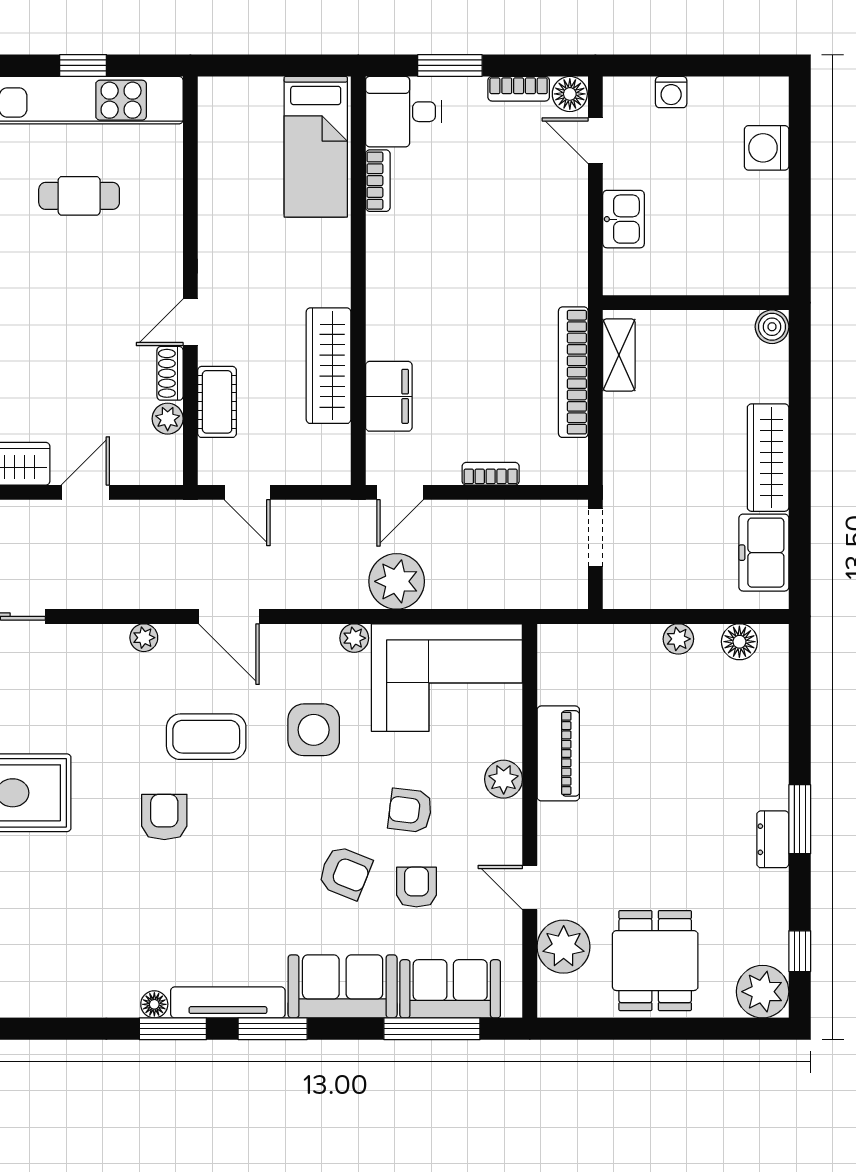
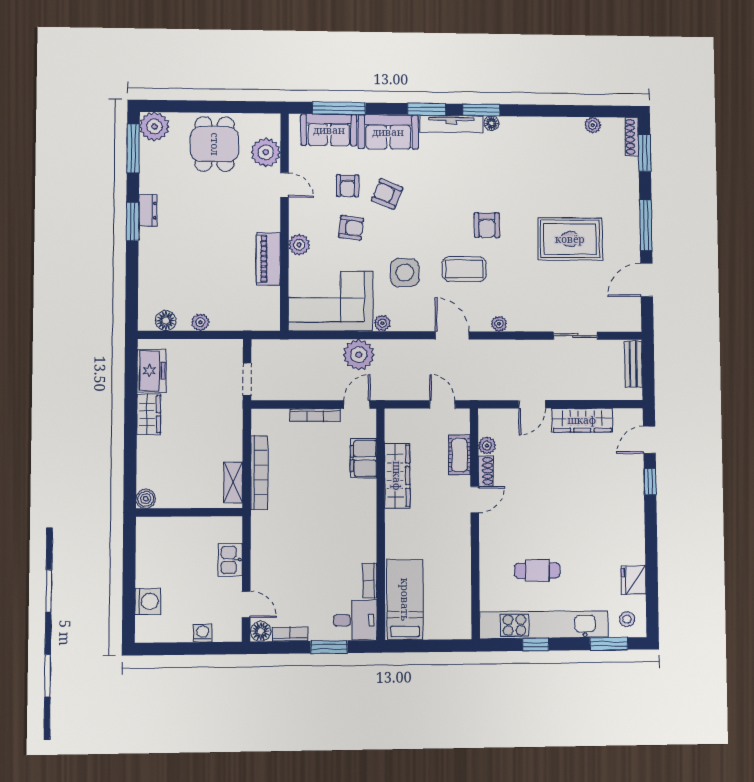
wardrobe: (768, 458) -> (149, 414), width x0.67
bookcase: (491, 474) -> (315, 415), width x1.56
window: (800, 951) -> (133, 148), width x2.17

